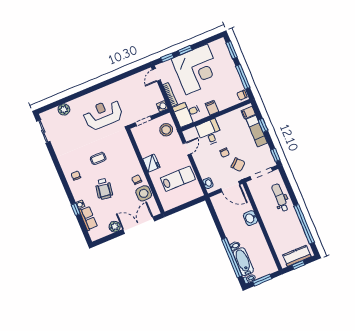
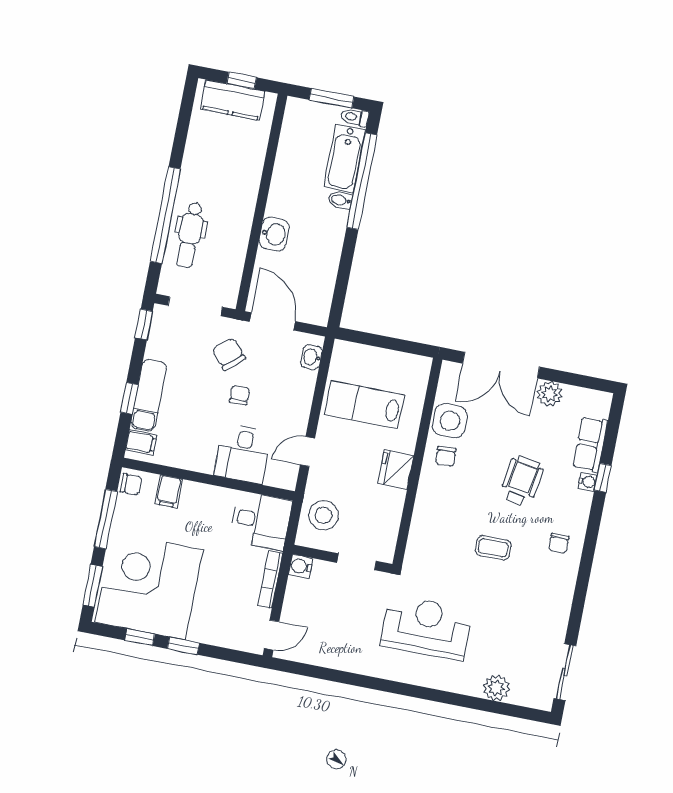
window: (167, 58) -> (140, 637), moved
corner desk: (197, 69) -> (149, 586), moved
filing cabinet: (212, 108) -> (169, 492), moved
reception desk: (103, 114) -> (426, 627), turned 180
window: (304, 224) -> (165, 215), moved

